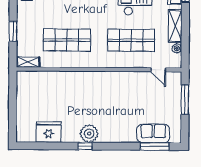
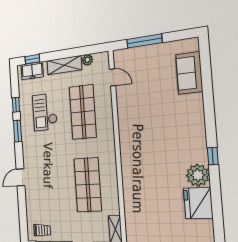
door: (158, 70) -> (112, 77), hinge flipped
plant: (89, 134) -> (198, 175), moved
window: (155, 146) -> (206, 69), removed

